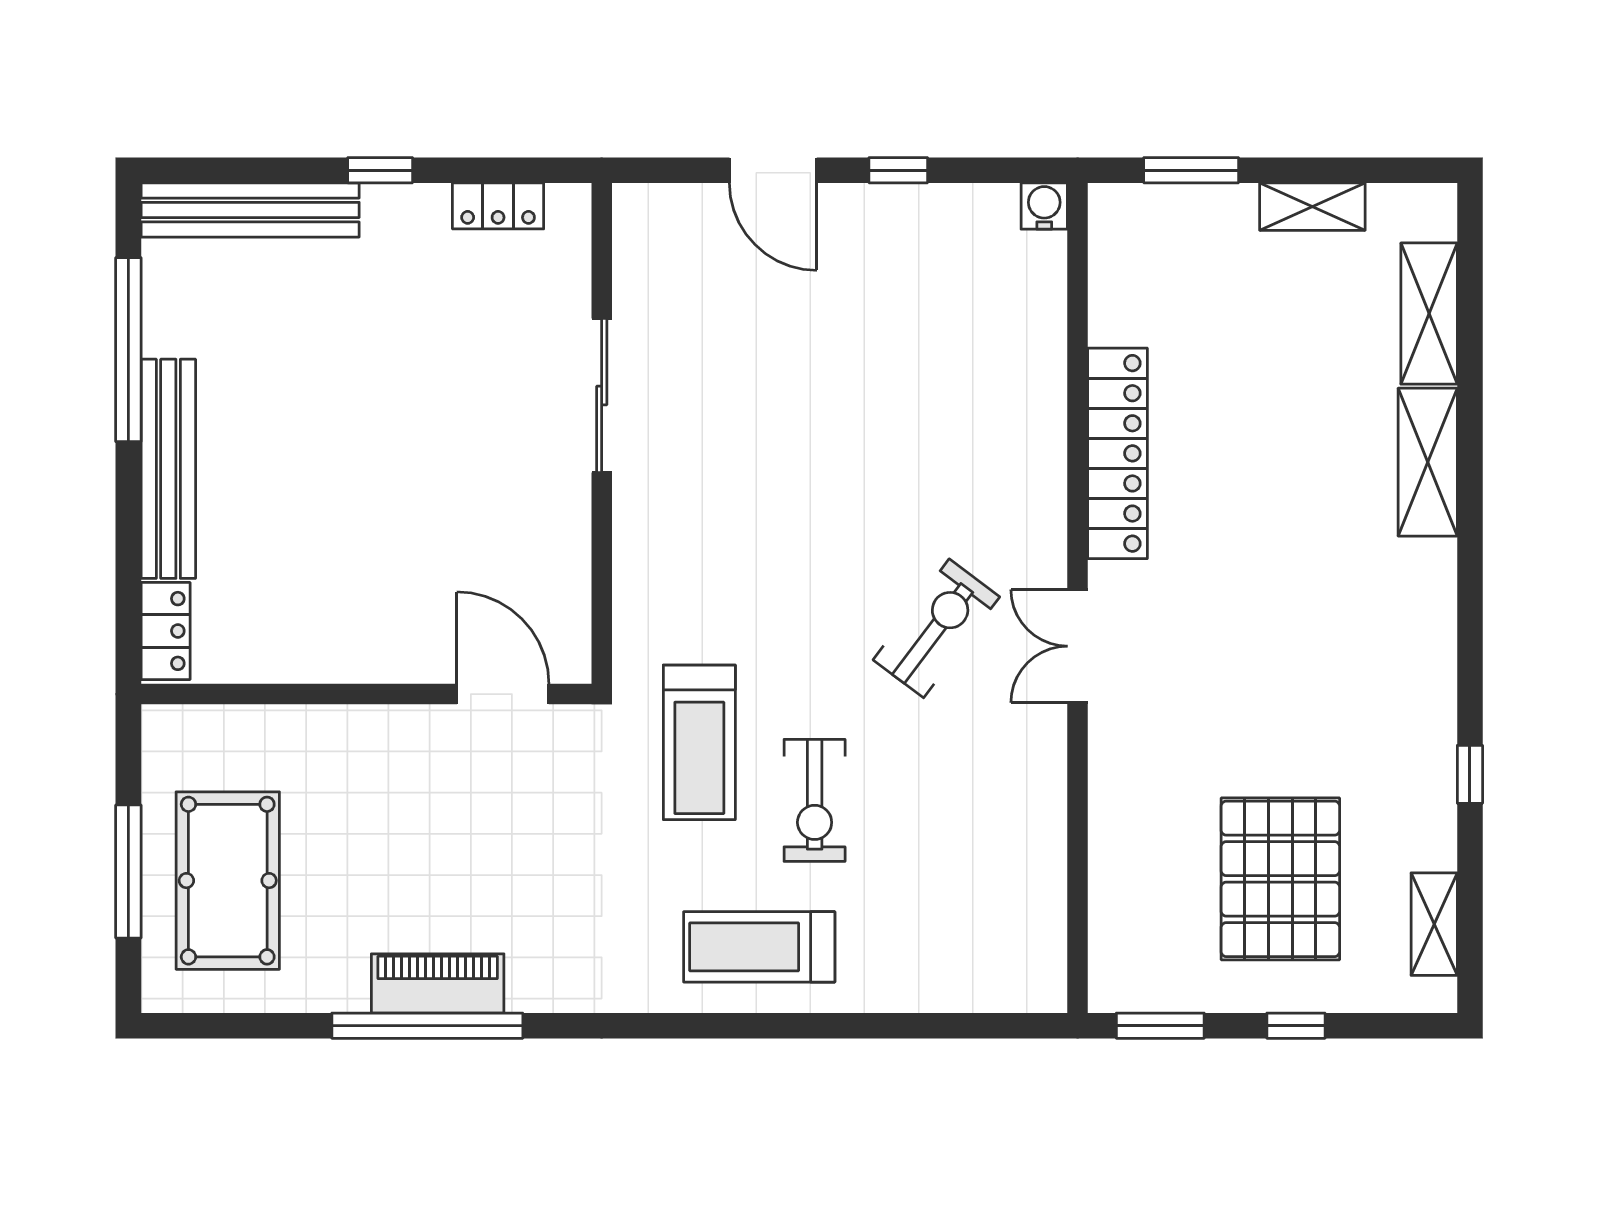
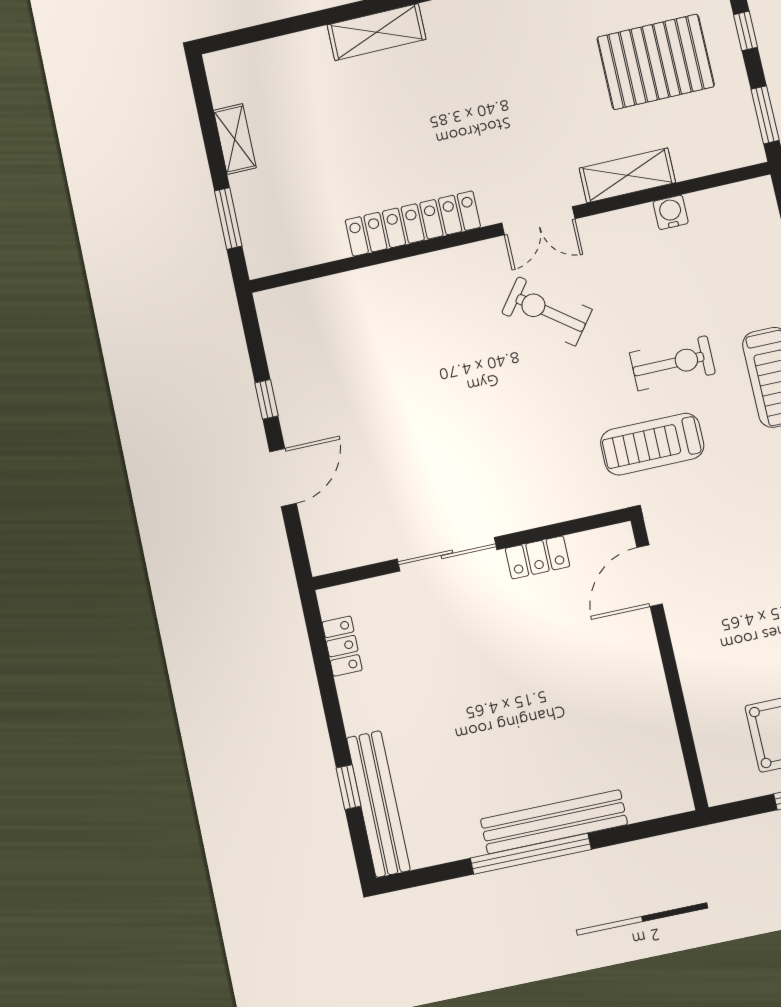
window: (380, 170) -> (349, 787), moved
water cooler: (1044, 206) -> (671, 212), moved, turned 90
shelving: (1429, 314) -> (627, 175), moved
window: (128, 350) -> (531, 854), moved
locker: (166, 631) -> (537, 557), moved, turned 180
treadmill: (699, 742) -> (652, 444), turned 180

